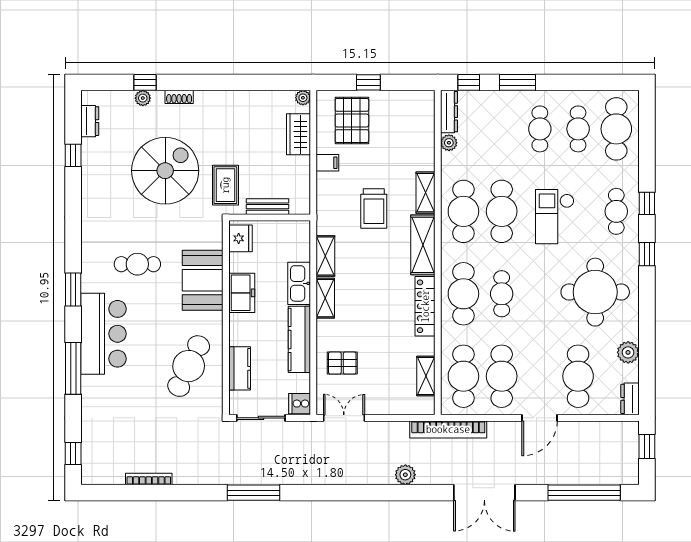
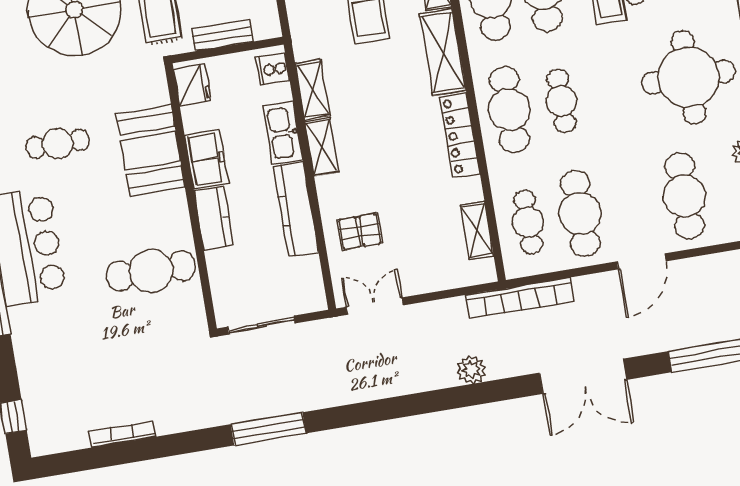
cafe table: (189, 366) -> (151, 271), turned 64
kitchen counter: (240, 368) -> (214, 218), moved
cafe table: (463, 376) -> (528, 222), width x0.73, depth x0.74
cooker: (300, 404) -> (273, 69), moved

